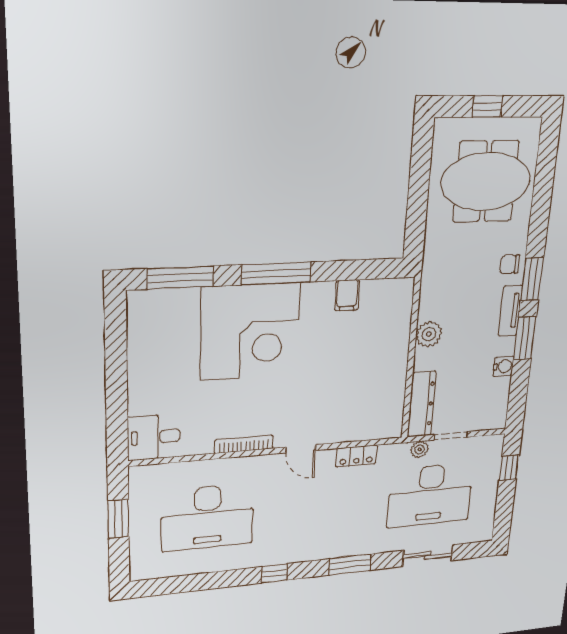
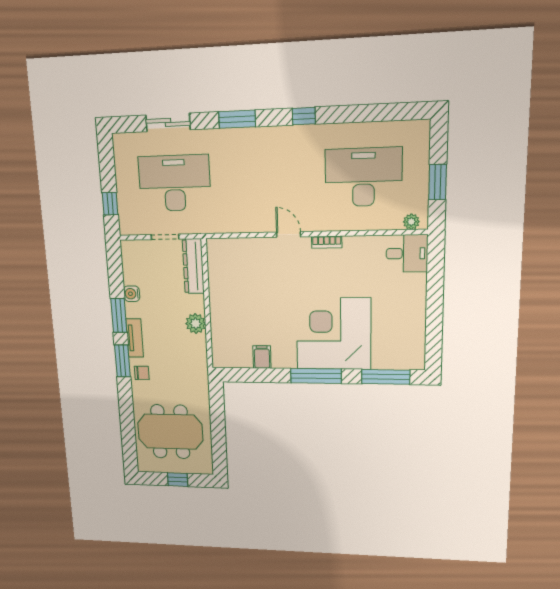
bookcase: (244, 444) -> (327, 242), width x0.64
plant: (420, 449) -> (411, 222), moved
locker: (356, 456) -> (242, 225), removed

